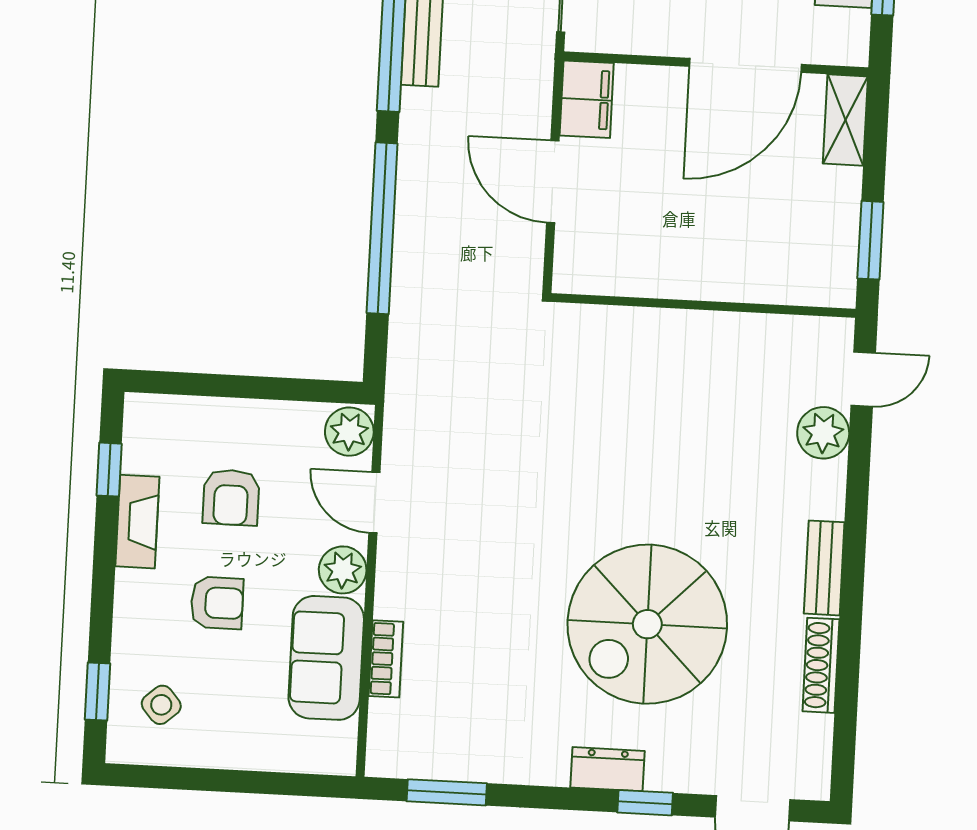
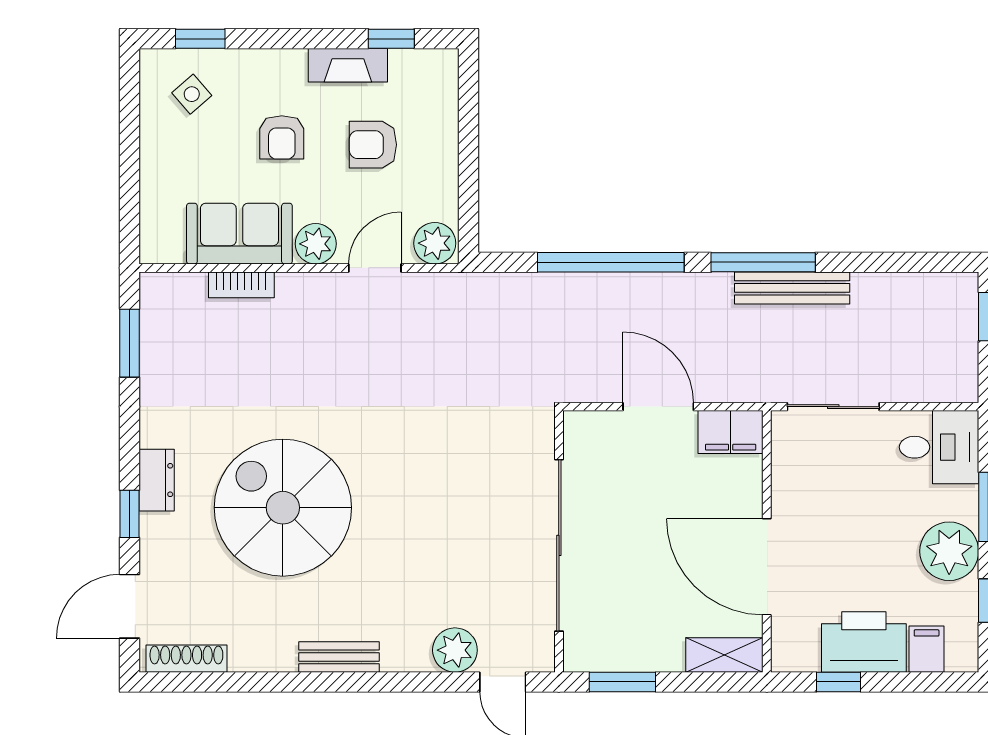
door: (553, 182) -> (658, 407), hinge flipped
sliding door: (708, 306) -> (559, 545), added
shoe rack: (821, 665) -> (186, 659), moved

